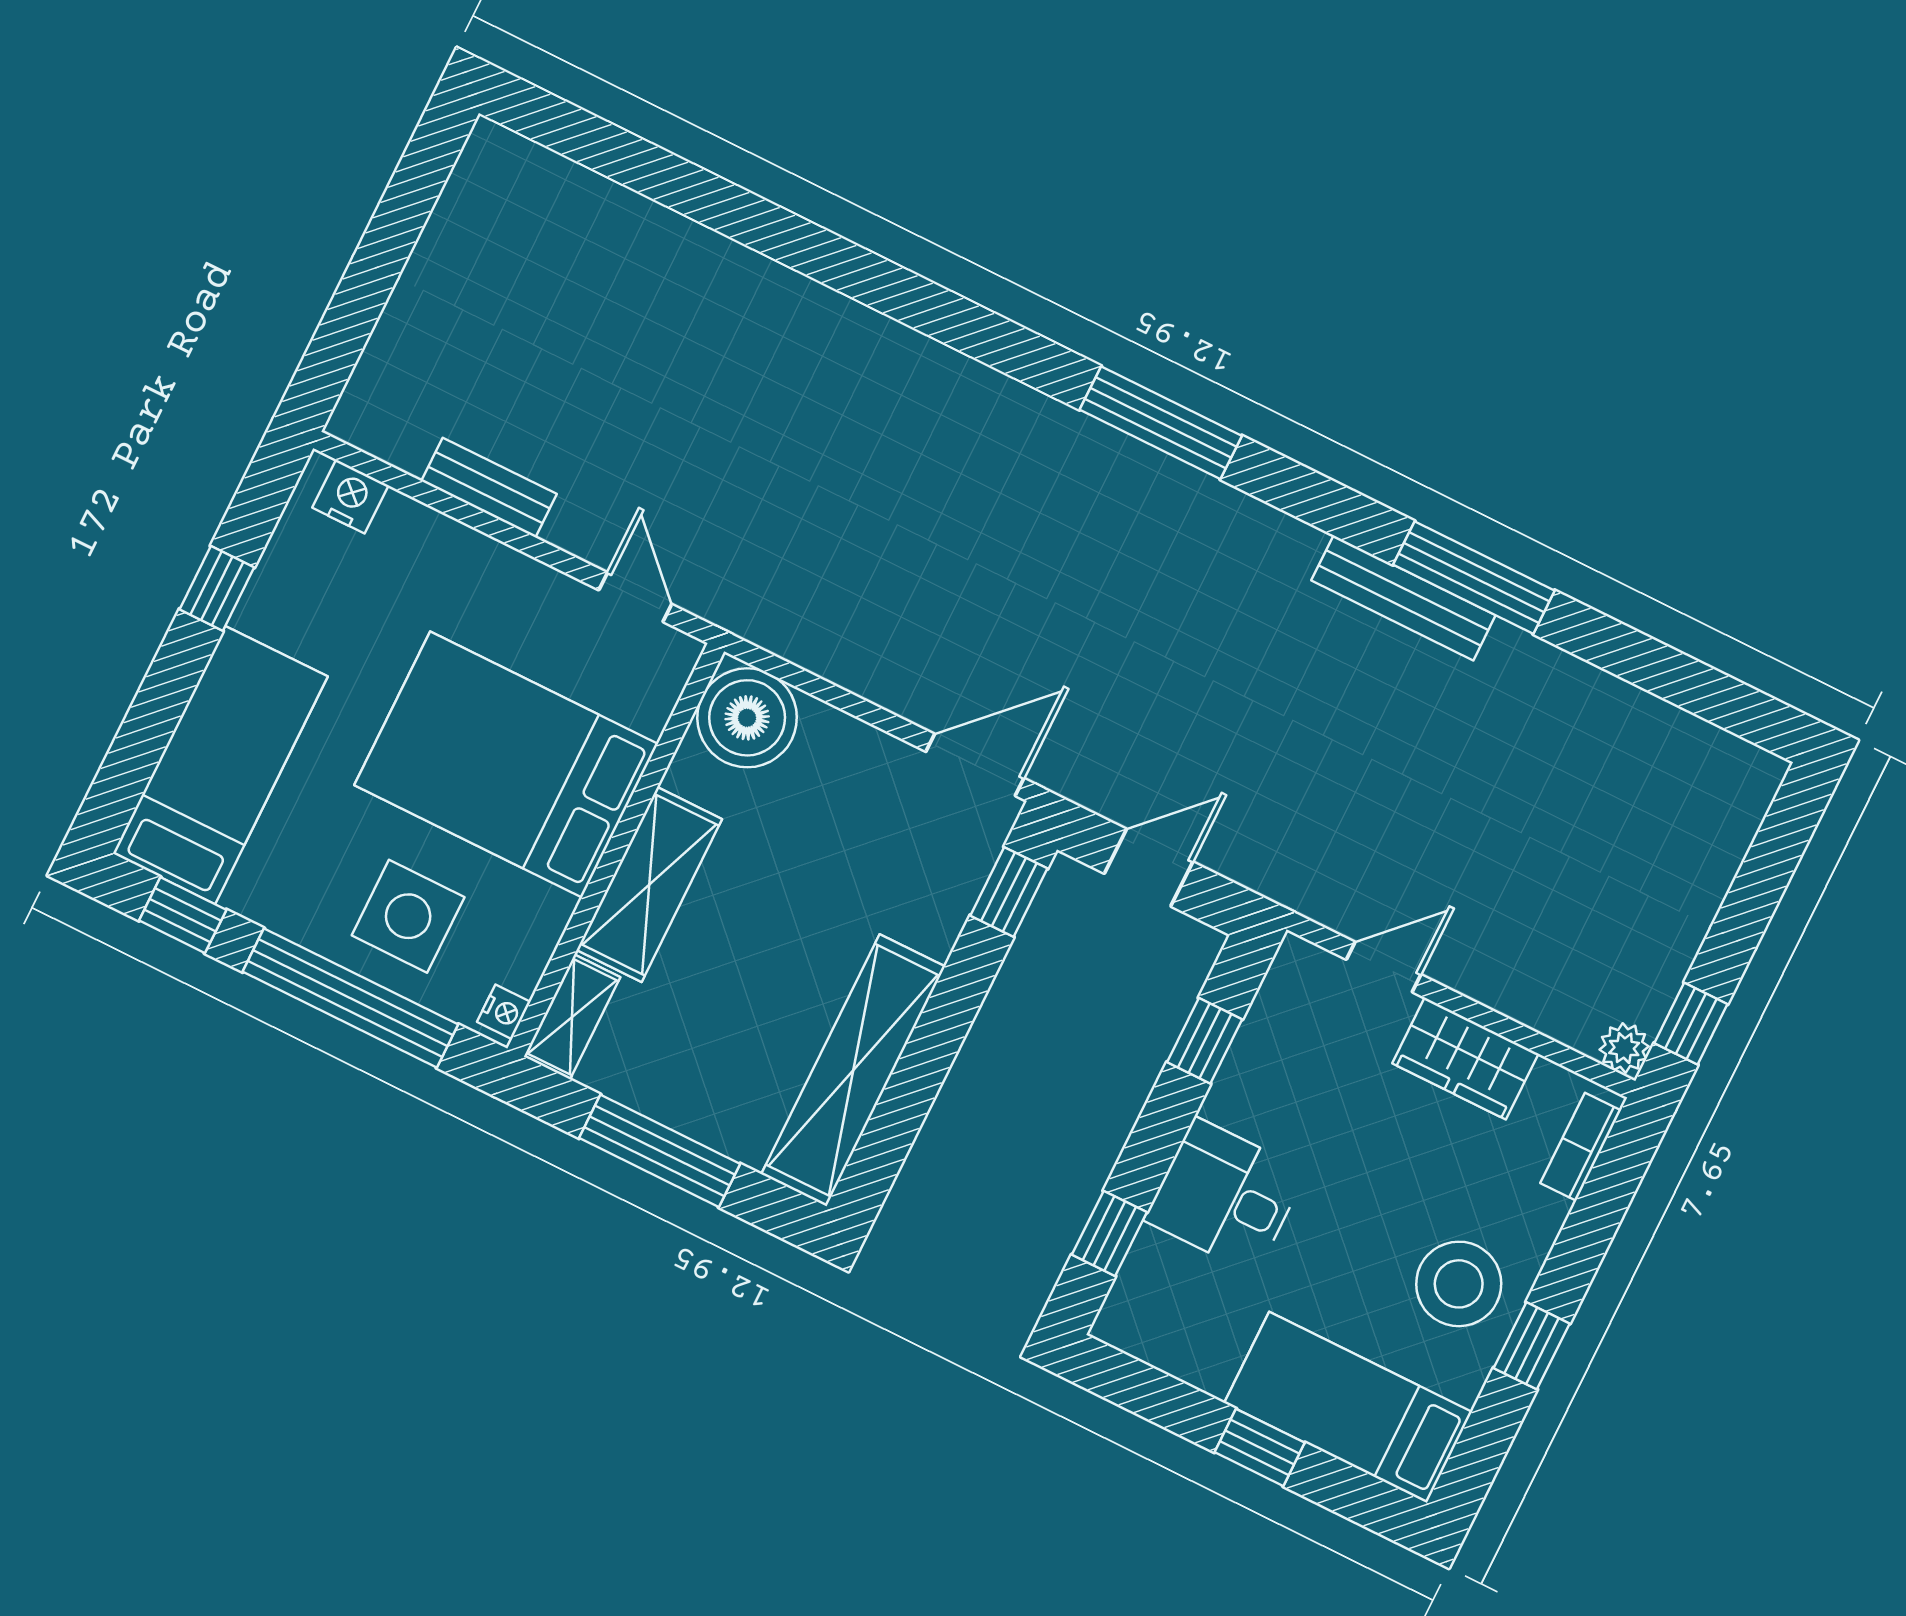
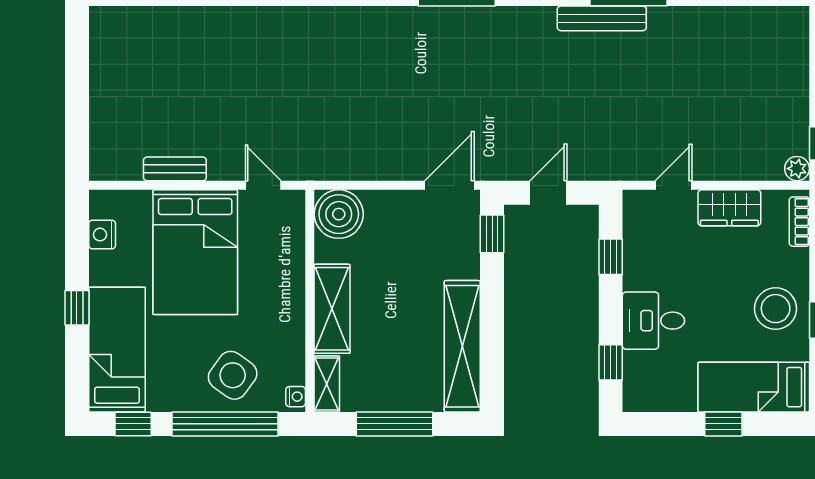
nightstand: (350, 497) -> (102, 235), moved, turned -90
window: (217, 588) -> (77, 308), moved
bed: (506, 764) -> (195, 252), moved, turned -90
side table: (408, 916) -> (233, 375), turned 36

